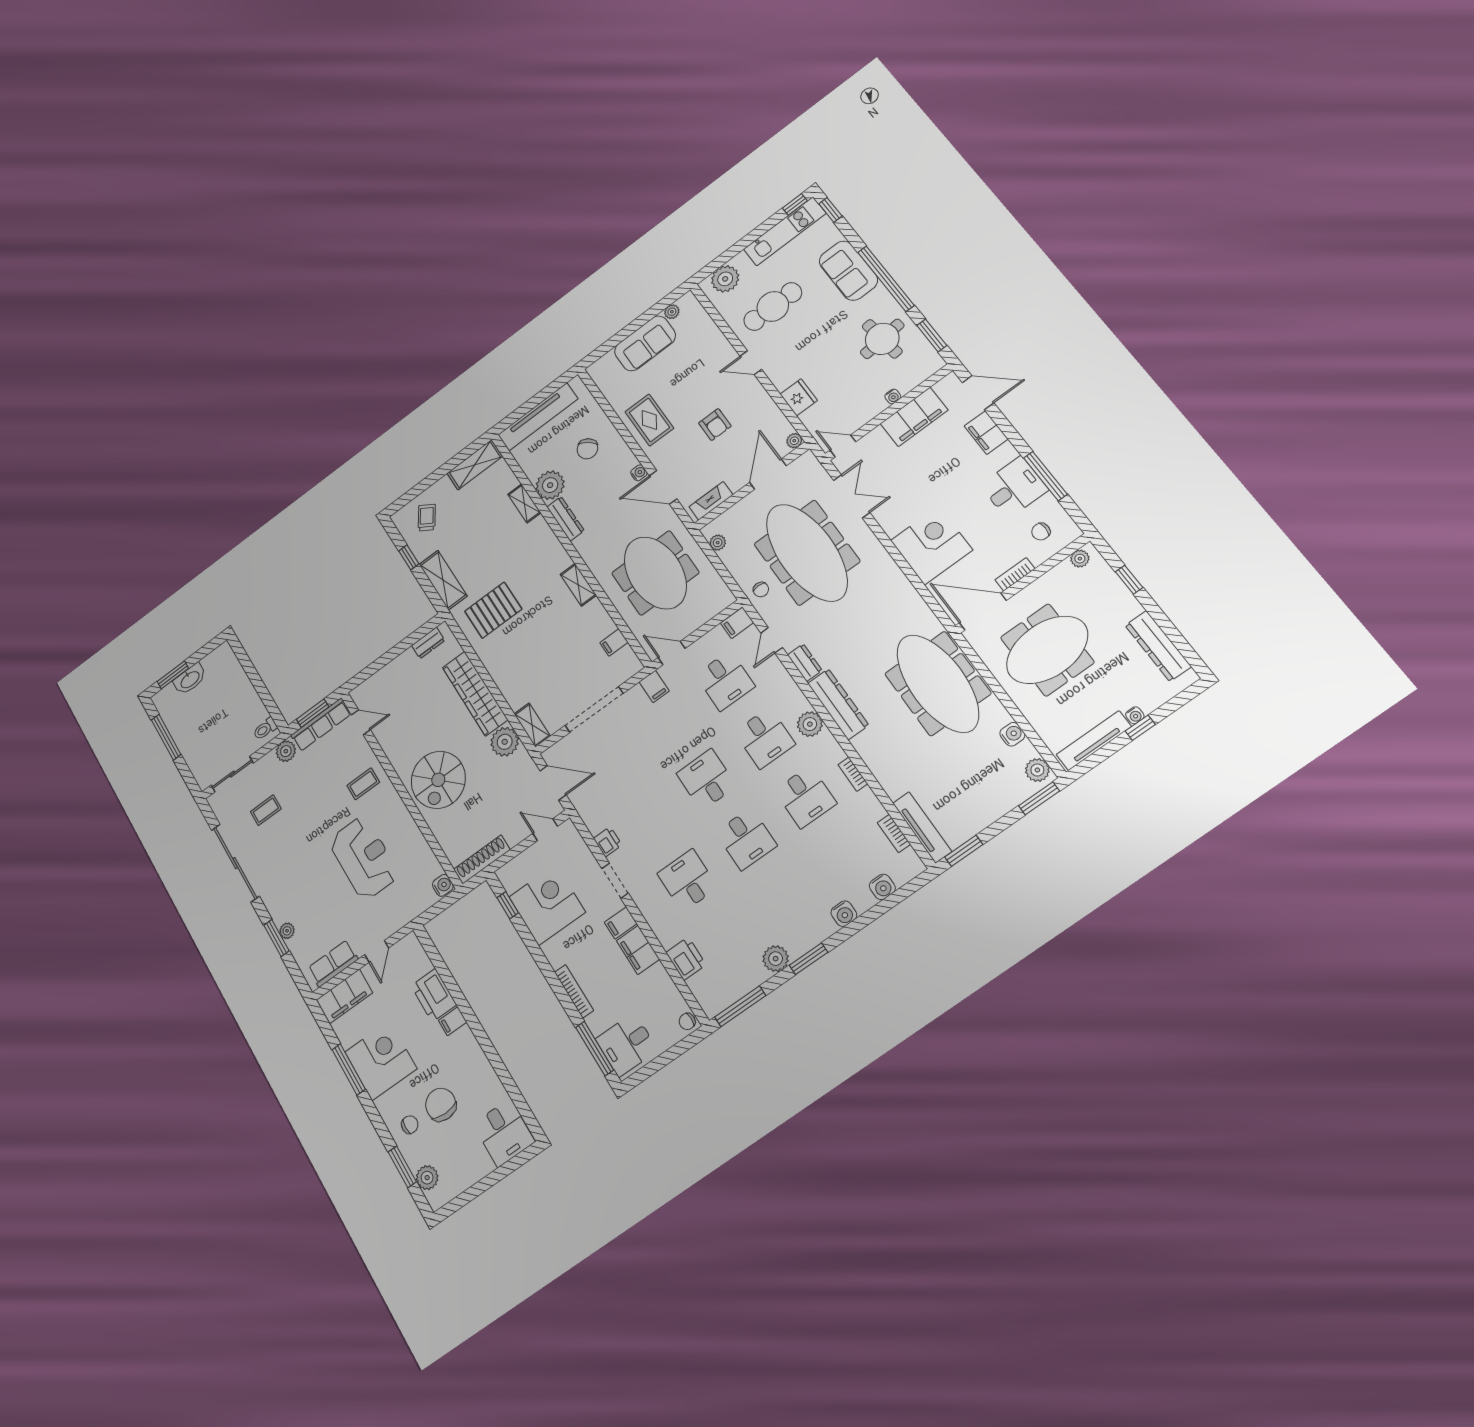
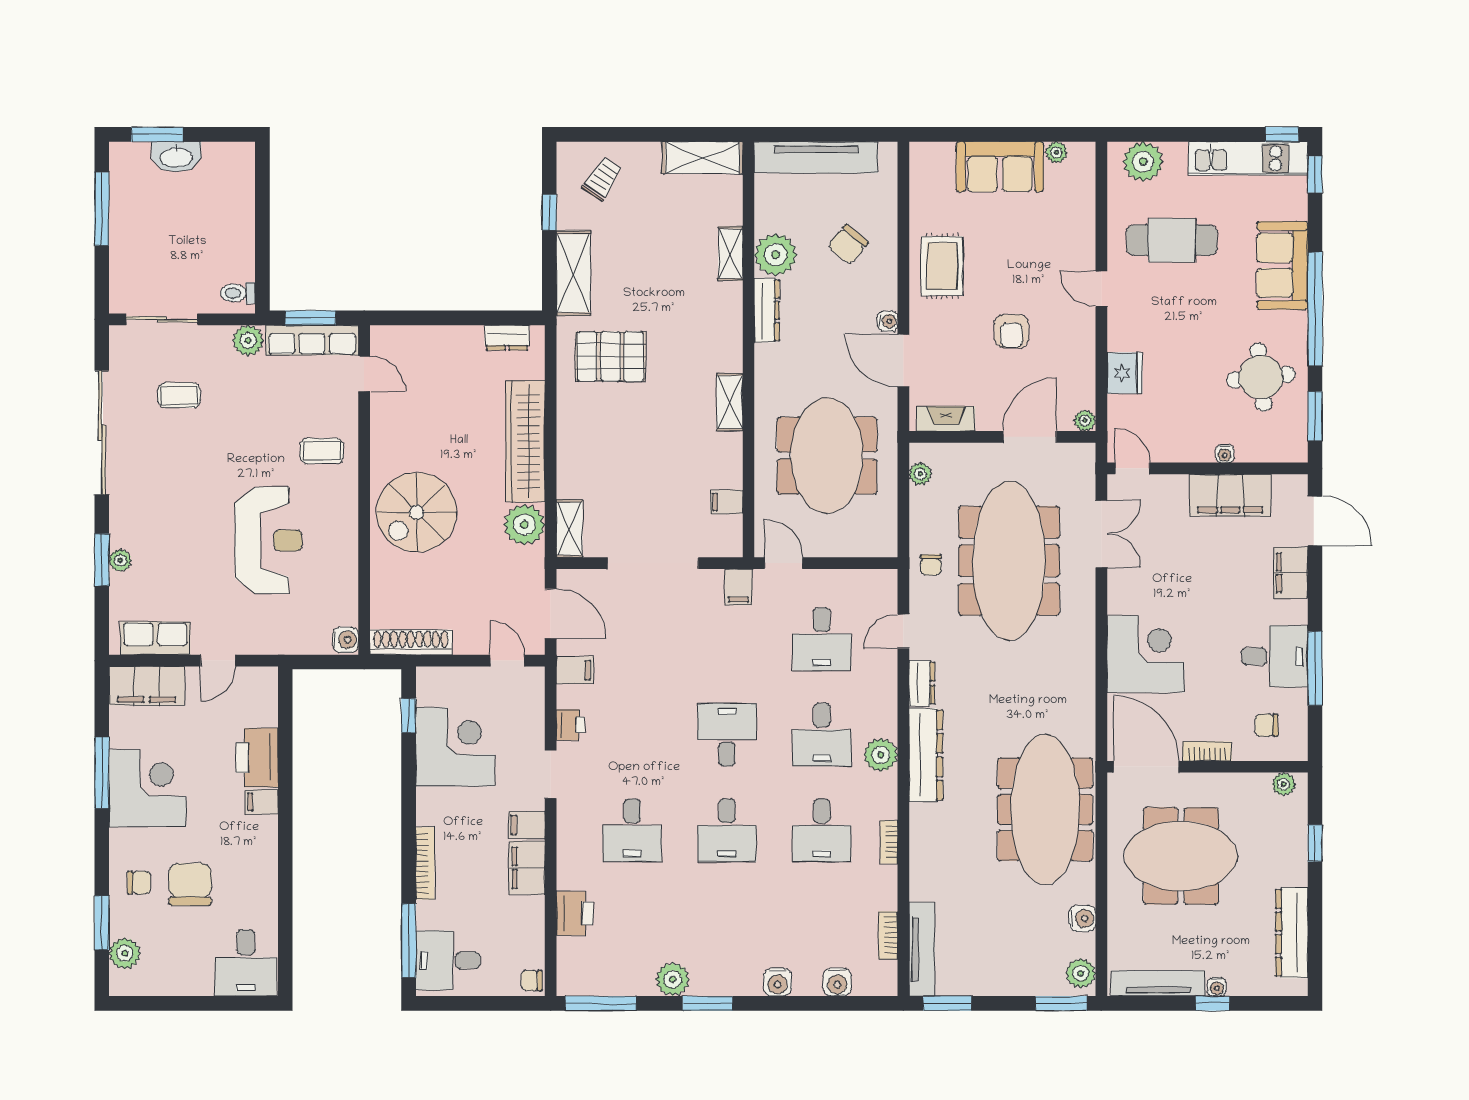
filing cabinet: (737, 623) -> (575, 670), moved, turned 180
desk: (687, 881) -> (632, 830), turned 180

